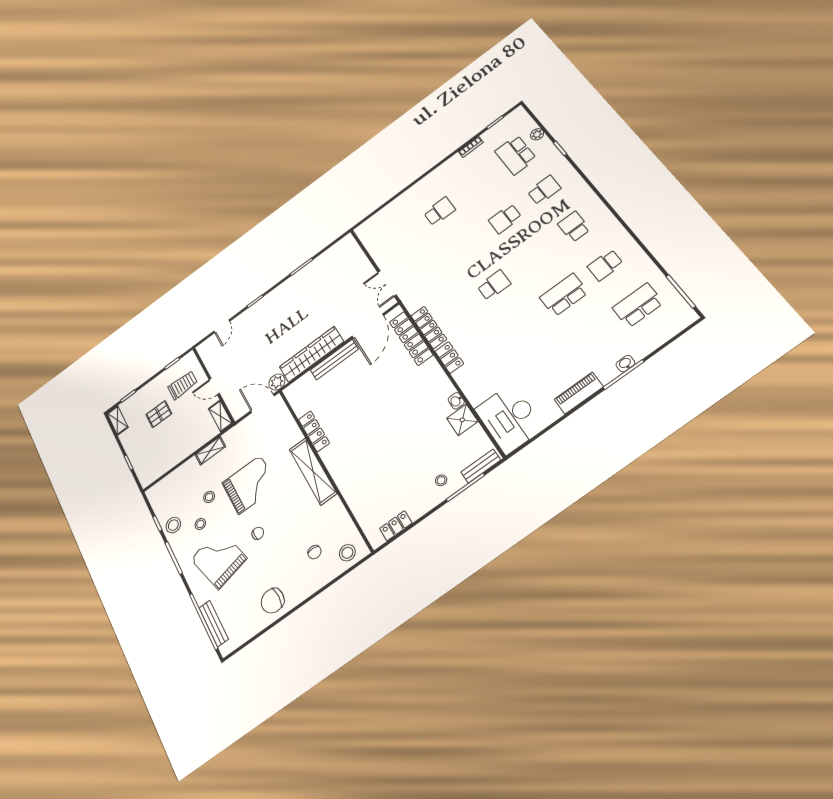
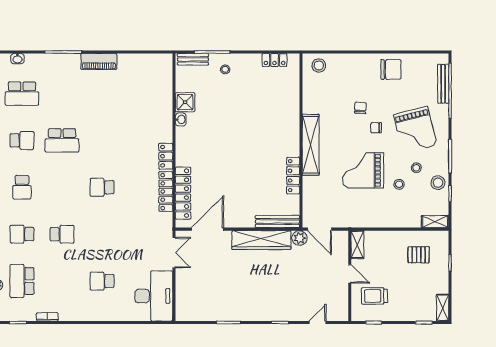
school desk: (516, 155) -> (22, 281), turned 180
bench: (334, 360) -> (277, 222), moved
washbasin: (625, 364) -> (17, 59), moved
pallet: (159, 414) -> (419, 255), moved
desk: (509, 418) -> (154, 296), moved
shelving: (210, 451) -> (435, 222), moved
chair: (314, 552) -> (360, 108), moved

